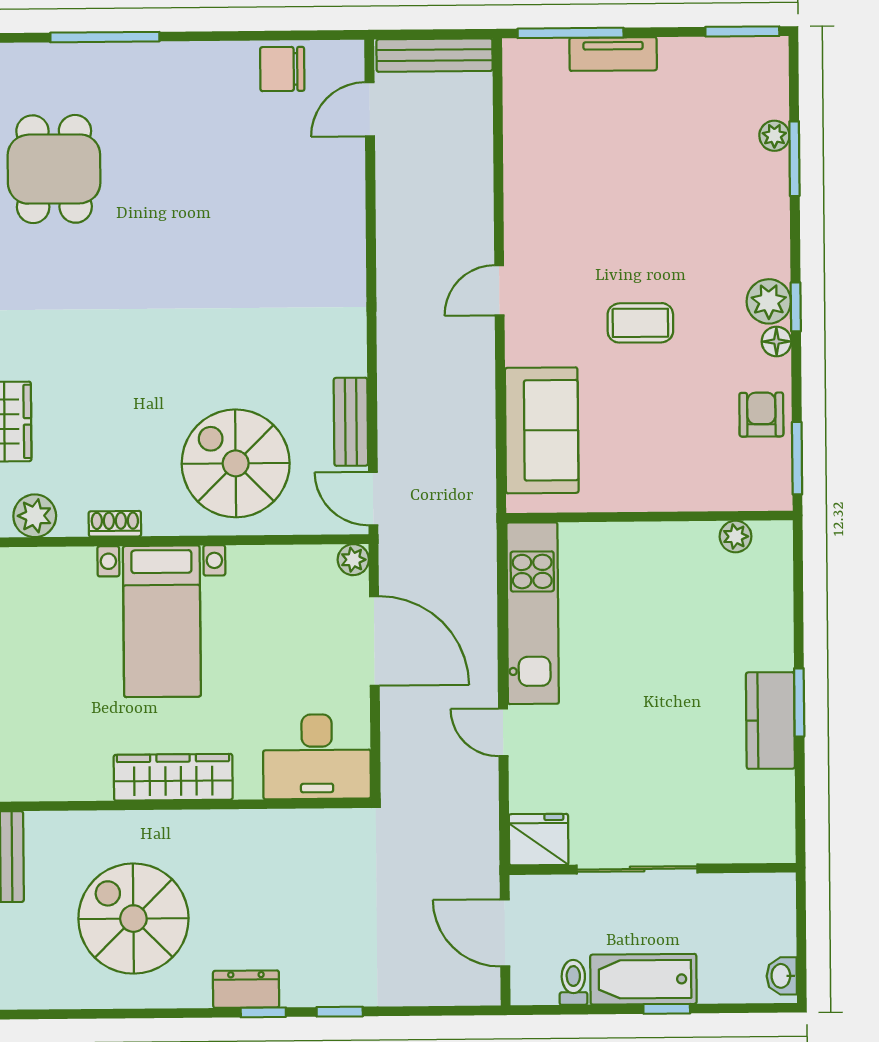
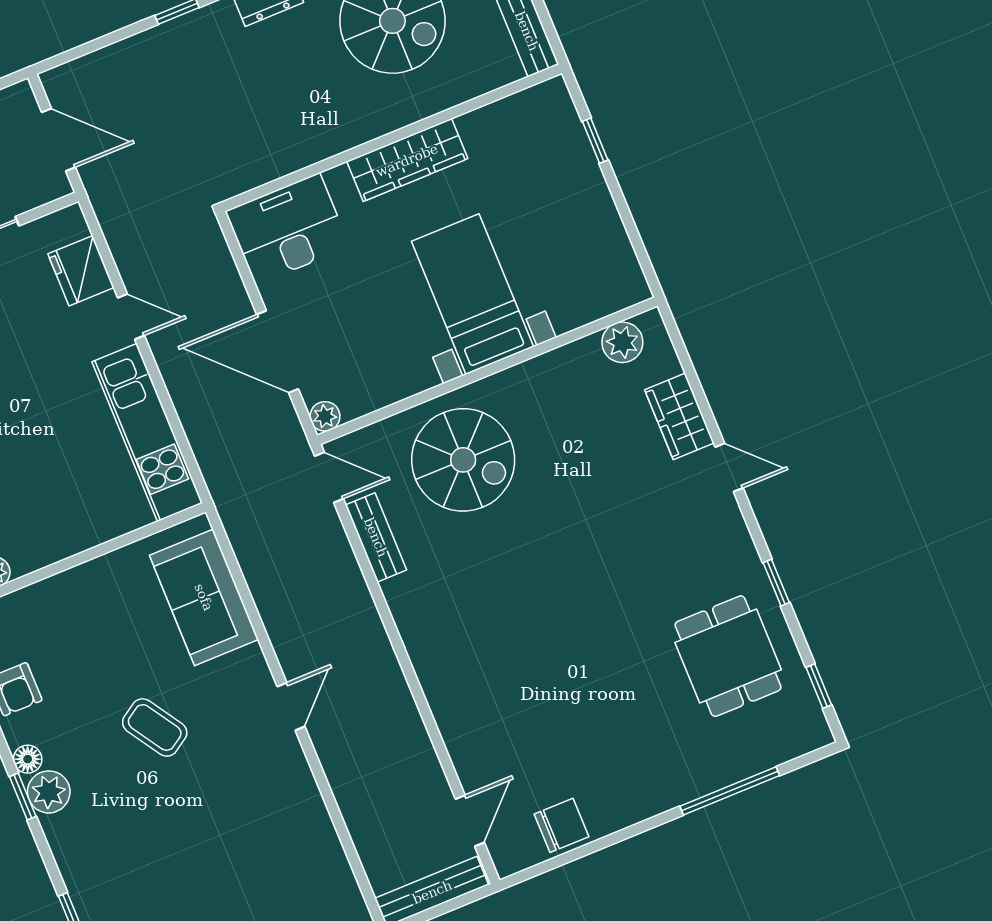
coffee table: (640, 323) -> (155, 727), turned 57
shoe rack: (115, 524) -> (549, 364), removed
fridge: (539, 840) -> (81, 271), moved, turned 90

